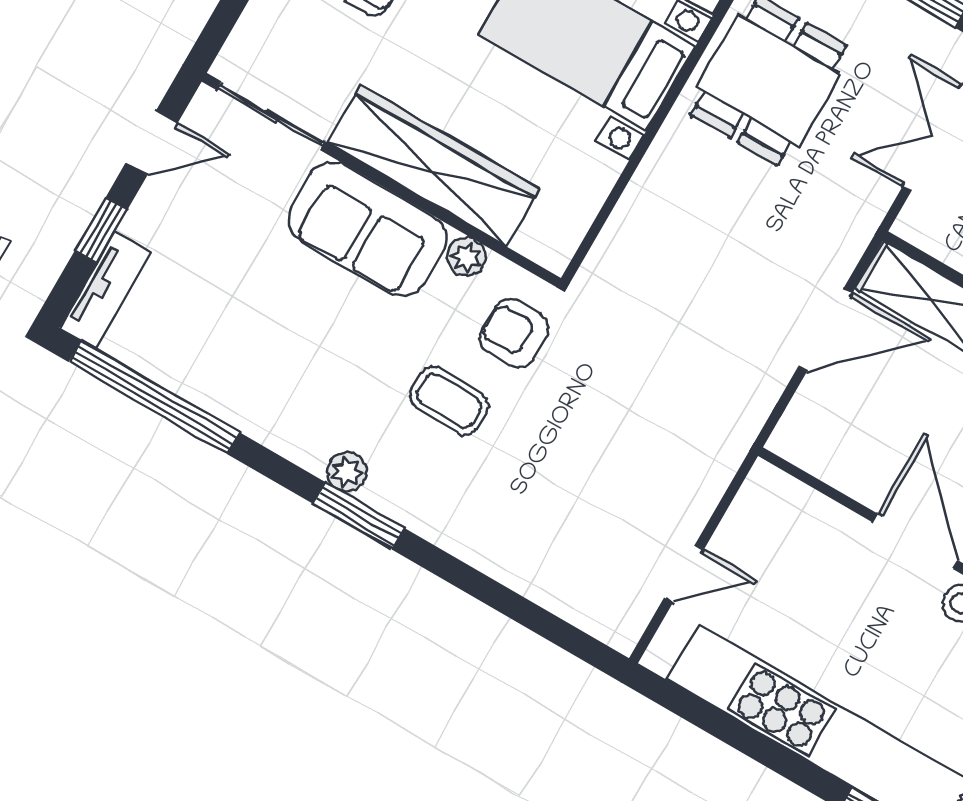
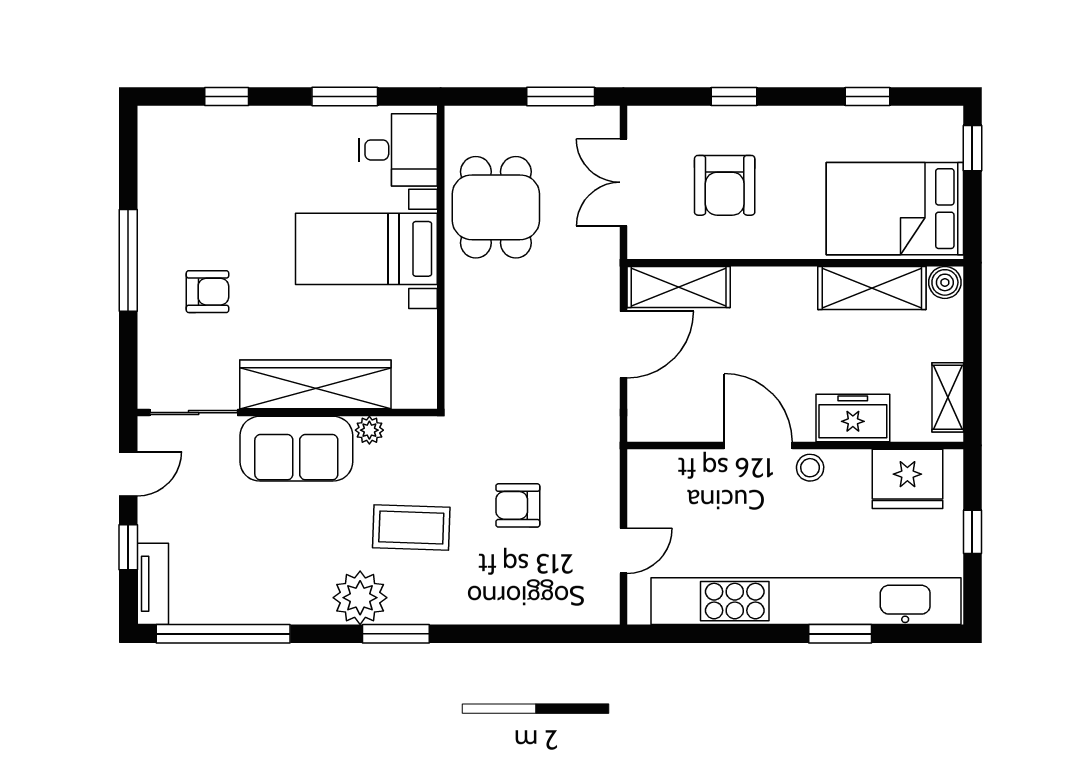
armchair: (514, 333) -> (518, 505), moved
coffee table: (449, 401) -> (411, 528), width x1.36, depth x1.30
plant: (347, 472) -> (360, 598), width x1.88, depth x1.88

